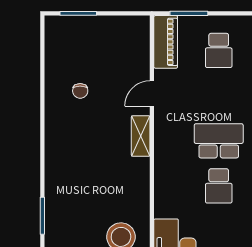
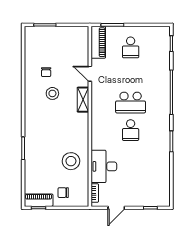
door: (152, 93) -> (90, 74), hinge flipped
stool: (91, 126) -> (52, 93), added
school desk: (219, 141) -> (131, 103), turned 180

